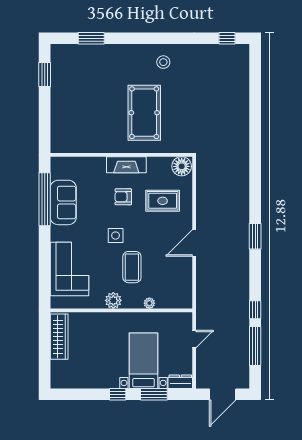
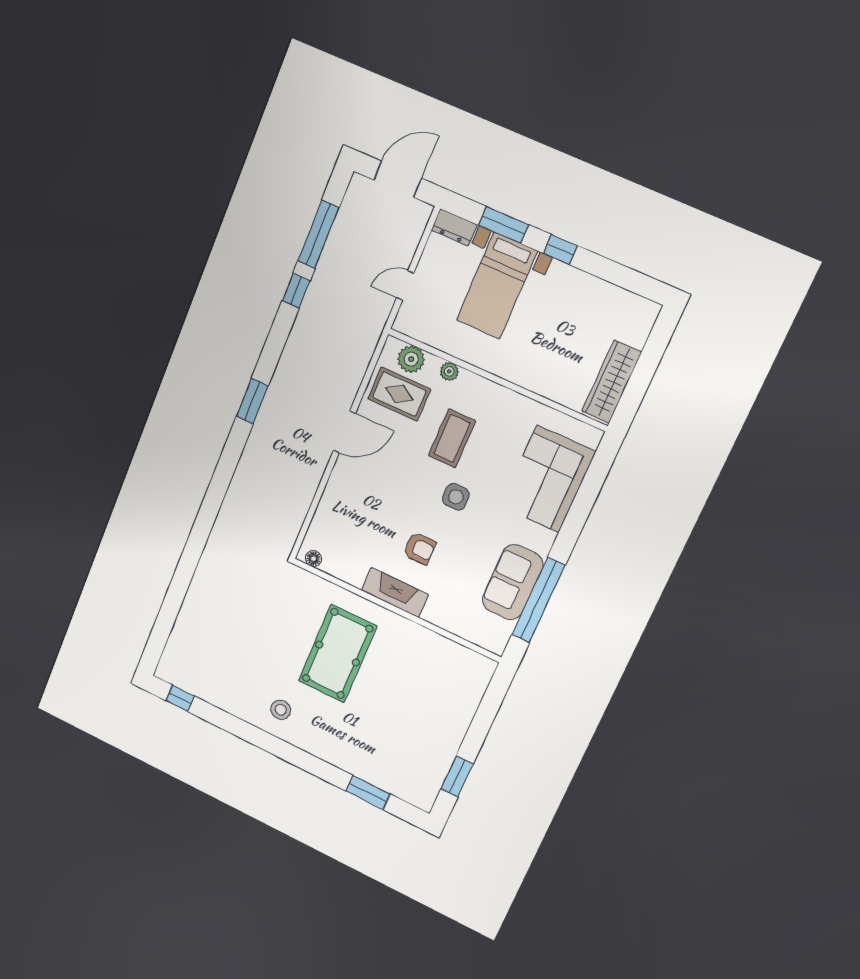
floor lamp: (182, 166) -> (313, 559), width x0.53, depth x0.53
rug: (163, 201) -> (399, 394), moved
plant: (113, 300) -> (411, 359), moved

